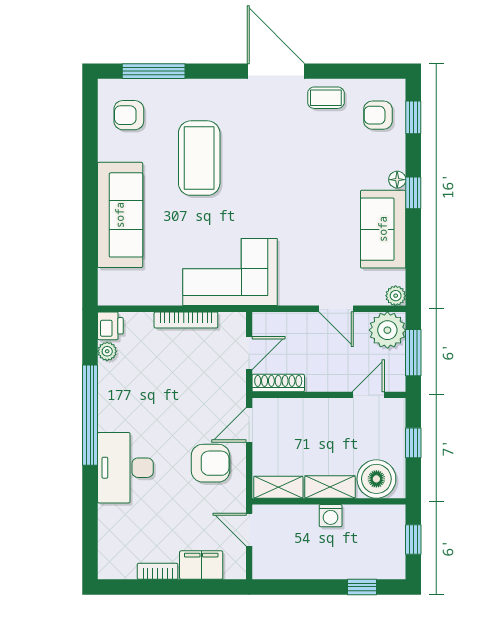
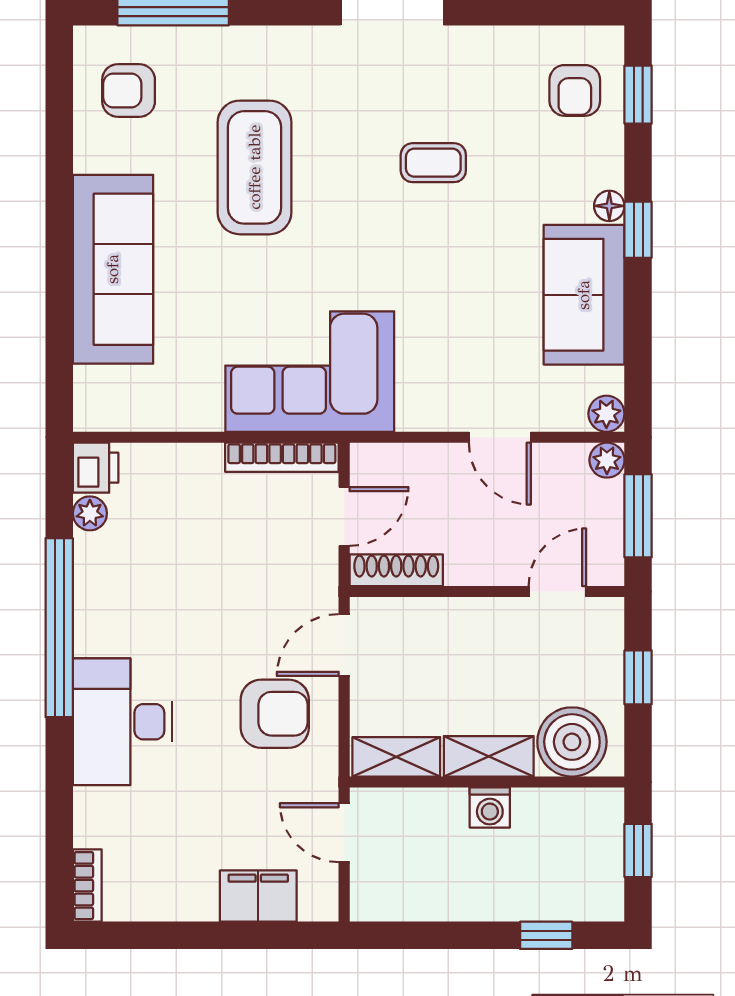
coffee table: (326, 98) -> (433, 163), moved
armchair: (378, 115) -> (575, 90), turned -90
bookcase: (186, 320) -> (282, 457), moved
plant: (387, 330) -> (607, 460), width x0.53, depth x0.53
bookcase: (158, 571) -> (87, 886), moved, turned 90

